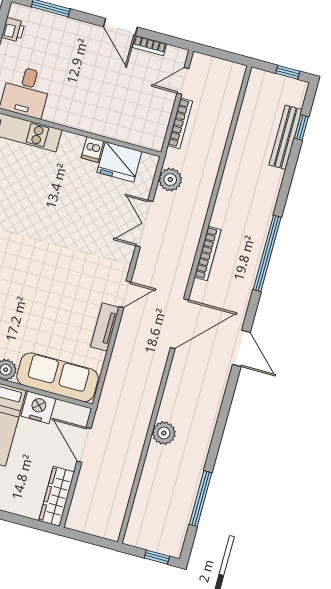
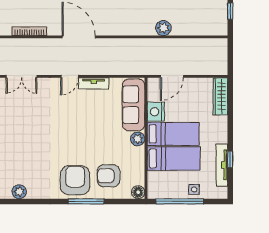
door: (125, 294) -> (70, 76), swing flipped
plant: (164, 433) -> (163, 28), moved
wardrobe: (57, 496) -> (220, 96), moved, turned 90

